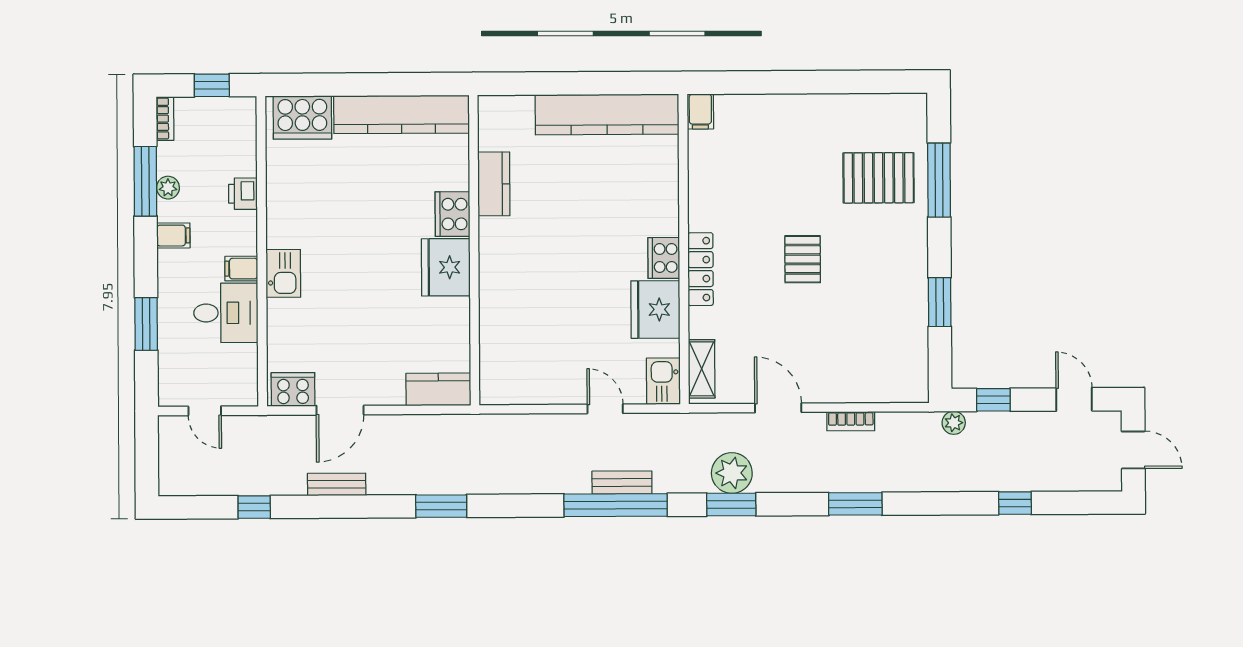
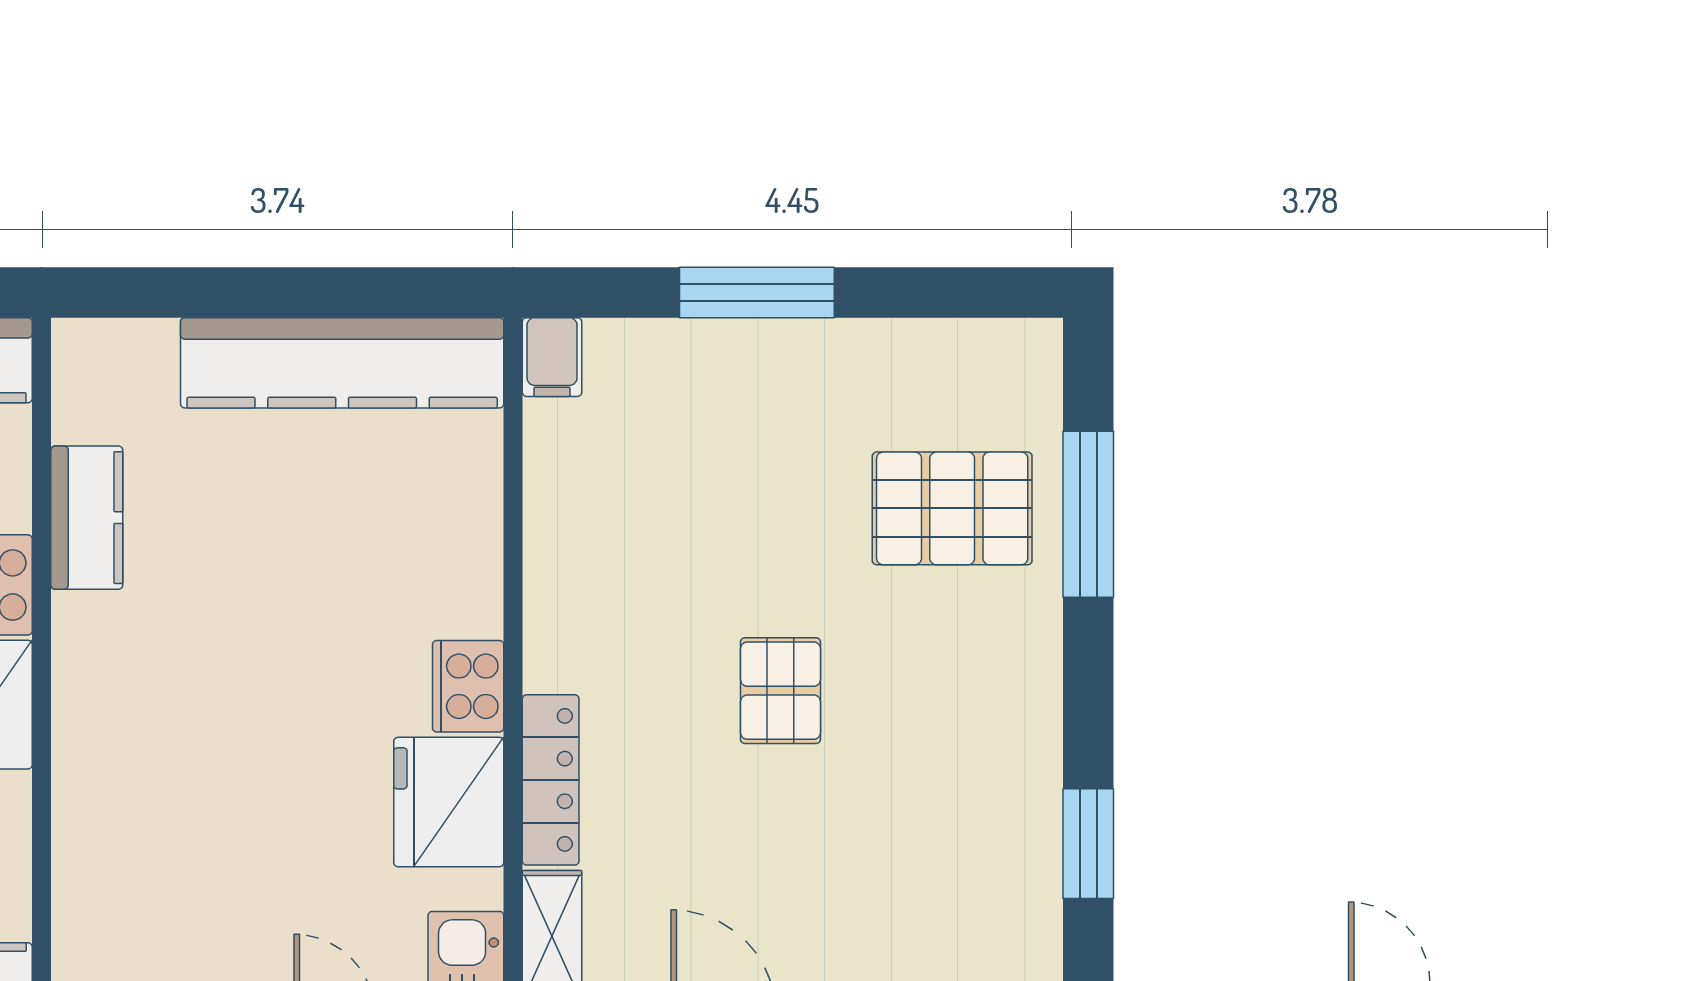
window: (791, 82) -> (757, 292), added
locker: (701, 269) -> (551, 780), moved
window: (940, 302) -> (1088, 844), moved

